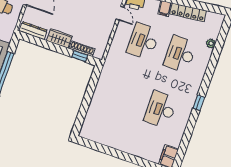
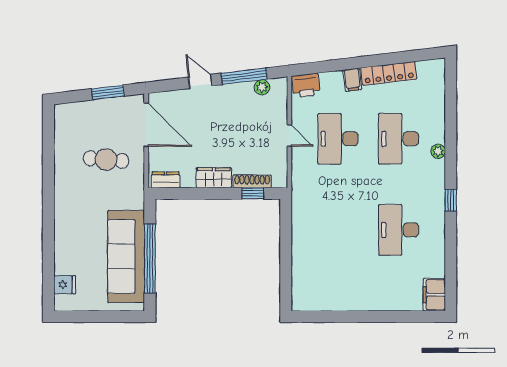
door: (120, 13) -> (289, 135), moved
dresser: (33, 31) -> (165, 180), width x0.70
plant: (211, 43) -> (438, 151), moved

